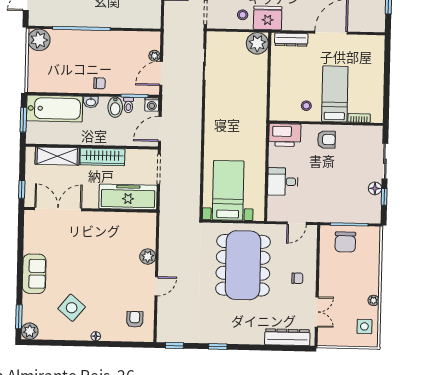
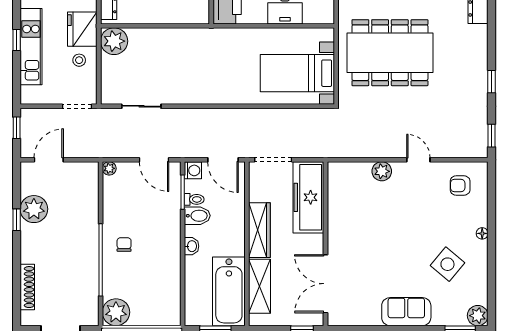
plant: (155, 56) -> (109, 168), moved
chair: (99, 83) -> (124, 245), moved
bathtub: (55, 109) -> (229, 291), moved, turned 180

